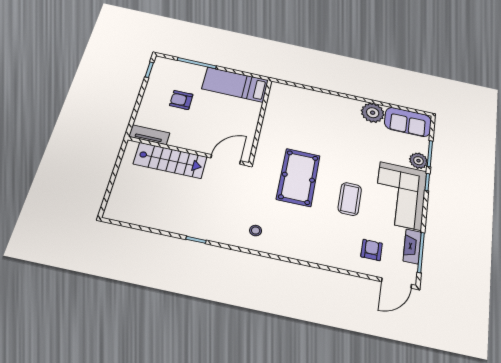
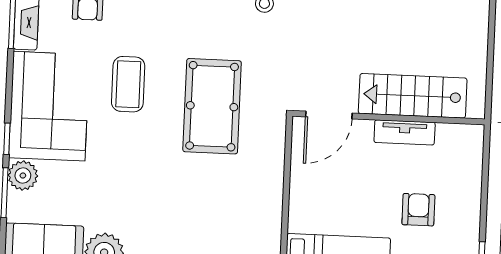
armchair: (181, 100) -> (418, 210), turned -90
tv unit: (149, 135) -> (405, 132), moved

